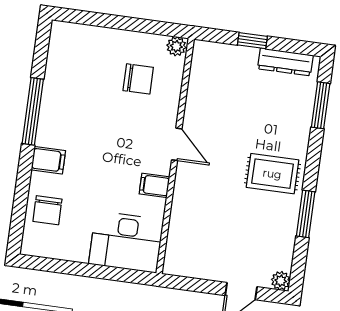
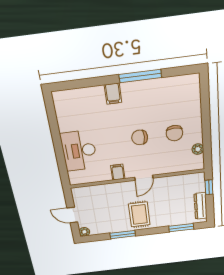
door: (177, 144) -> (144, 178), moved
wall: (175, 156) -> (137, 179), moved
filing cabinet: (154, 185) -> (118, 172), moved
chair: (47, 210) -> (140, 137), moved

